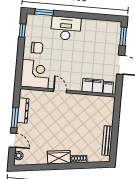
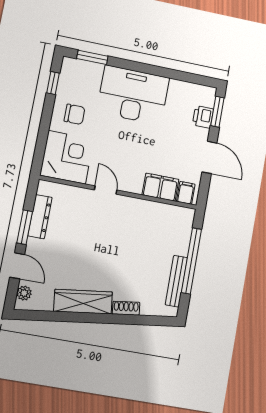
desk: (66, 28) -> (133, 95), width x1.36, depth x1.30
printer: (114, 41) -> (203, 117), added
window: (115, 128) -> (191, 261), added
wardrobe: (59, 157) -> (83, 302), width x1.50

